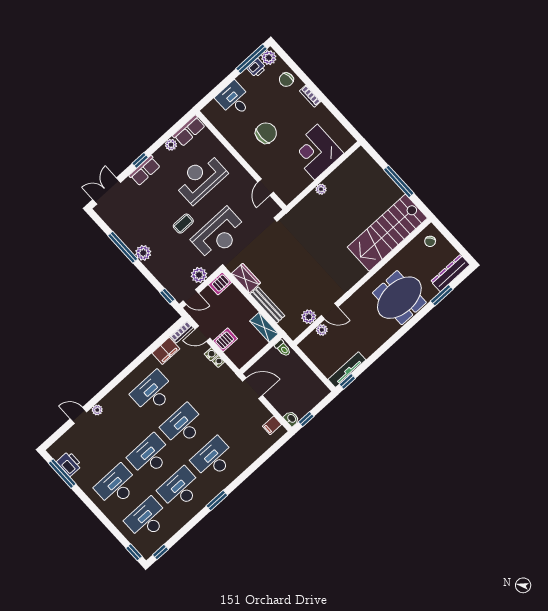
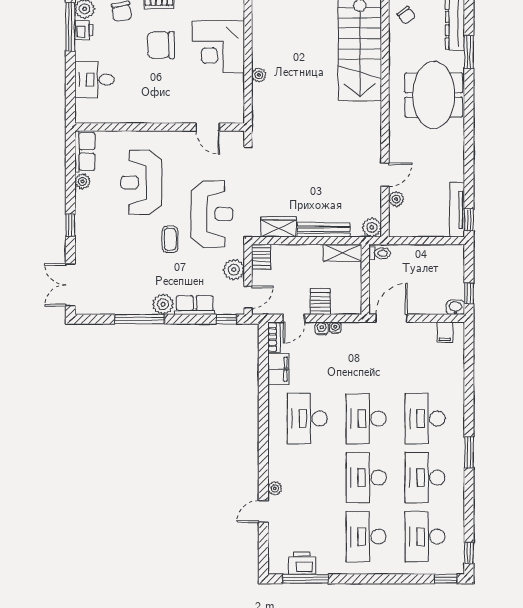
chair: (266, 133) -> (161, 45), moved, turned -90
row of seats: (145, 171) -> (195, 305), moved, turned -90
plant: (309, 317) -> (372, 227), moved

